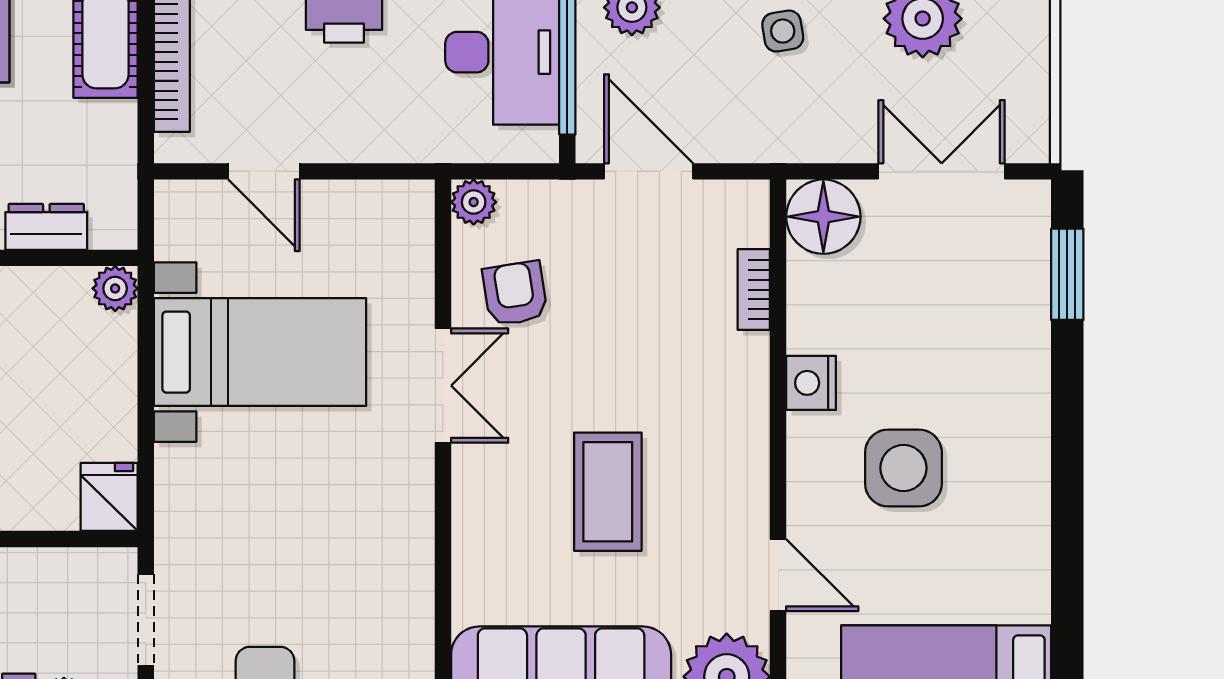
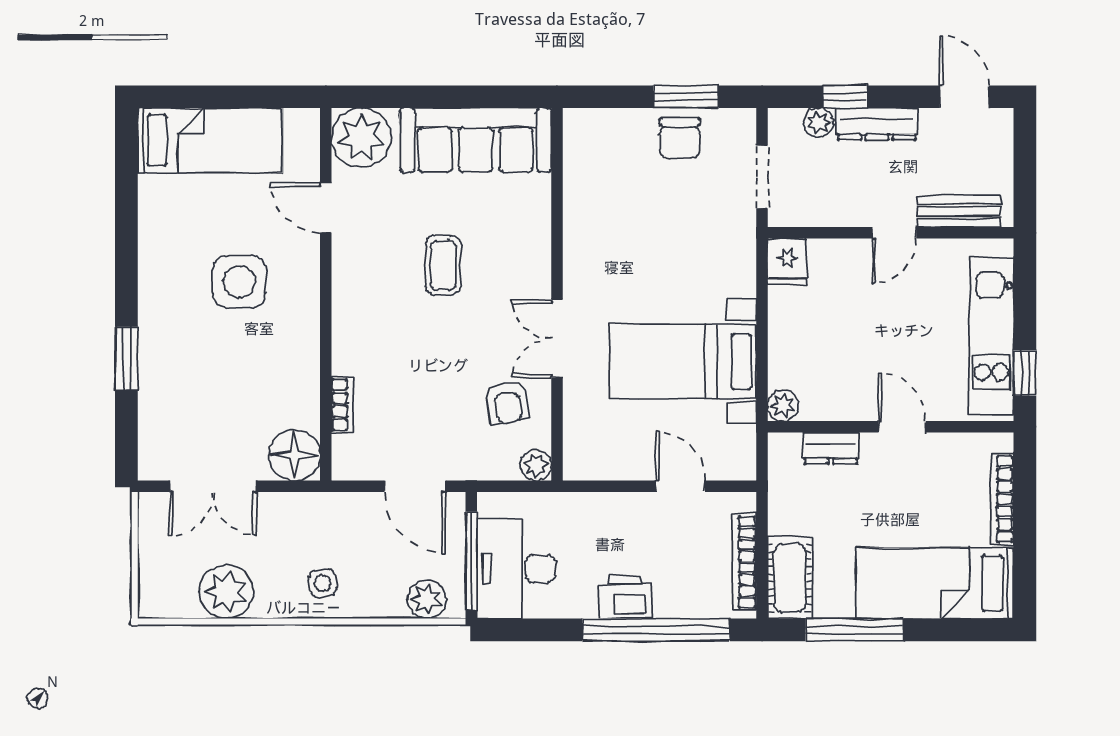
window: (1067, 274) -> (126, 358), moved
nightstand: (811, 383) -> (303, 340), removed
coffee table: (608, 492) -> (443, 265), width x0.73, depth x0.77

